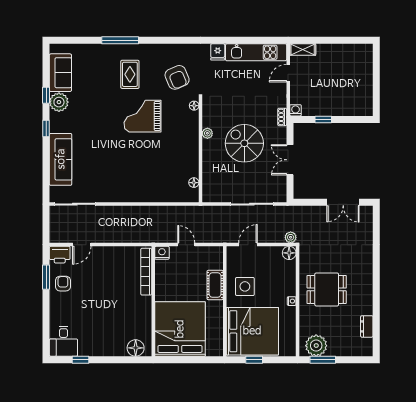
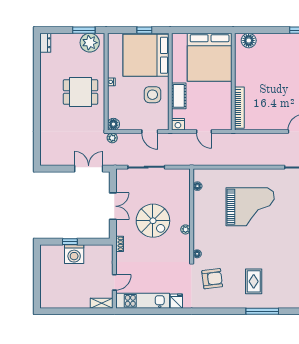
armchair: (177, 77) -> (212, 279), turned 106
washing machine: (296, 110) -> (74, 254), moved, width x1.89, depth x1.89
grand piano: (143, 116) -> (250, 207), moved, width x1.37, depth x1.48
window: (323, 119) -> (70, 242), moved
double door: (343, 202) -> (89, 169), moved
door: (248, 245) -> (150, 132), hinge flipped
nightstand: (162, 253) -> (178, 124), moved
dresser: (367, 326) -> (45, 43), moved

